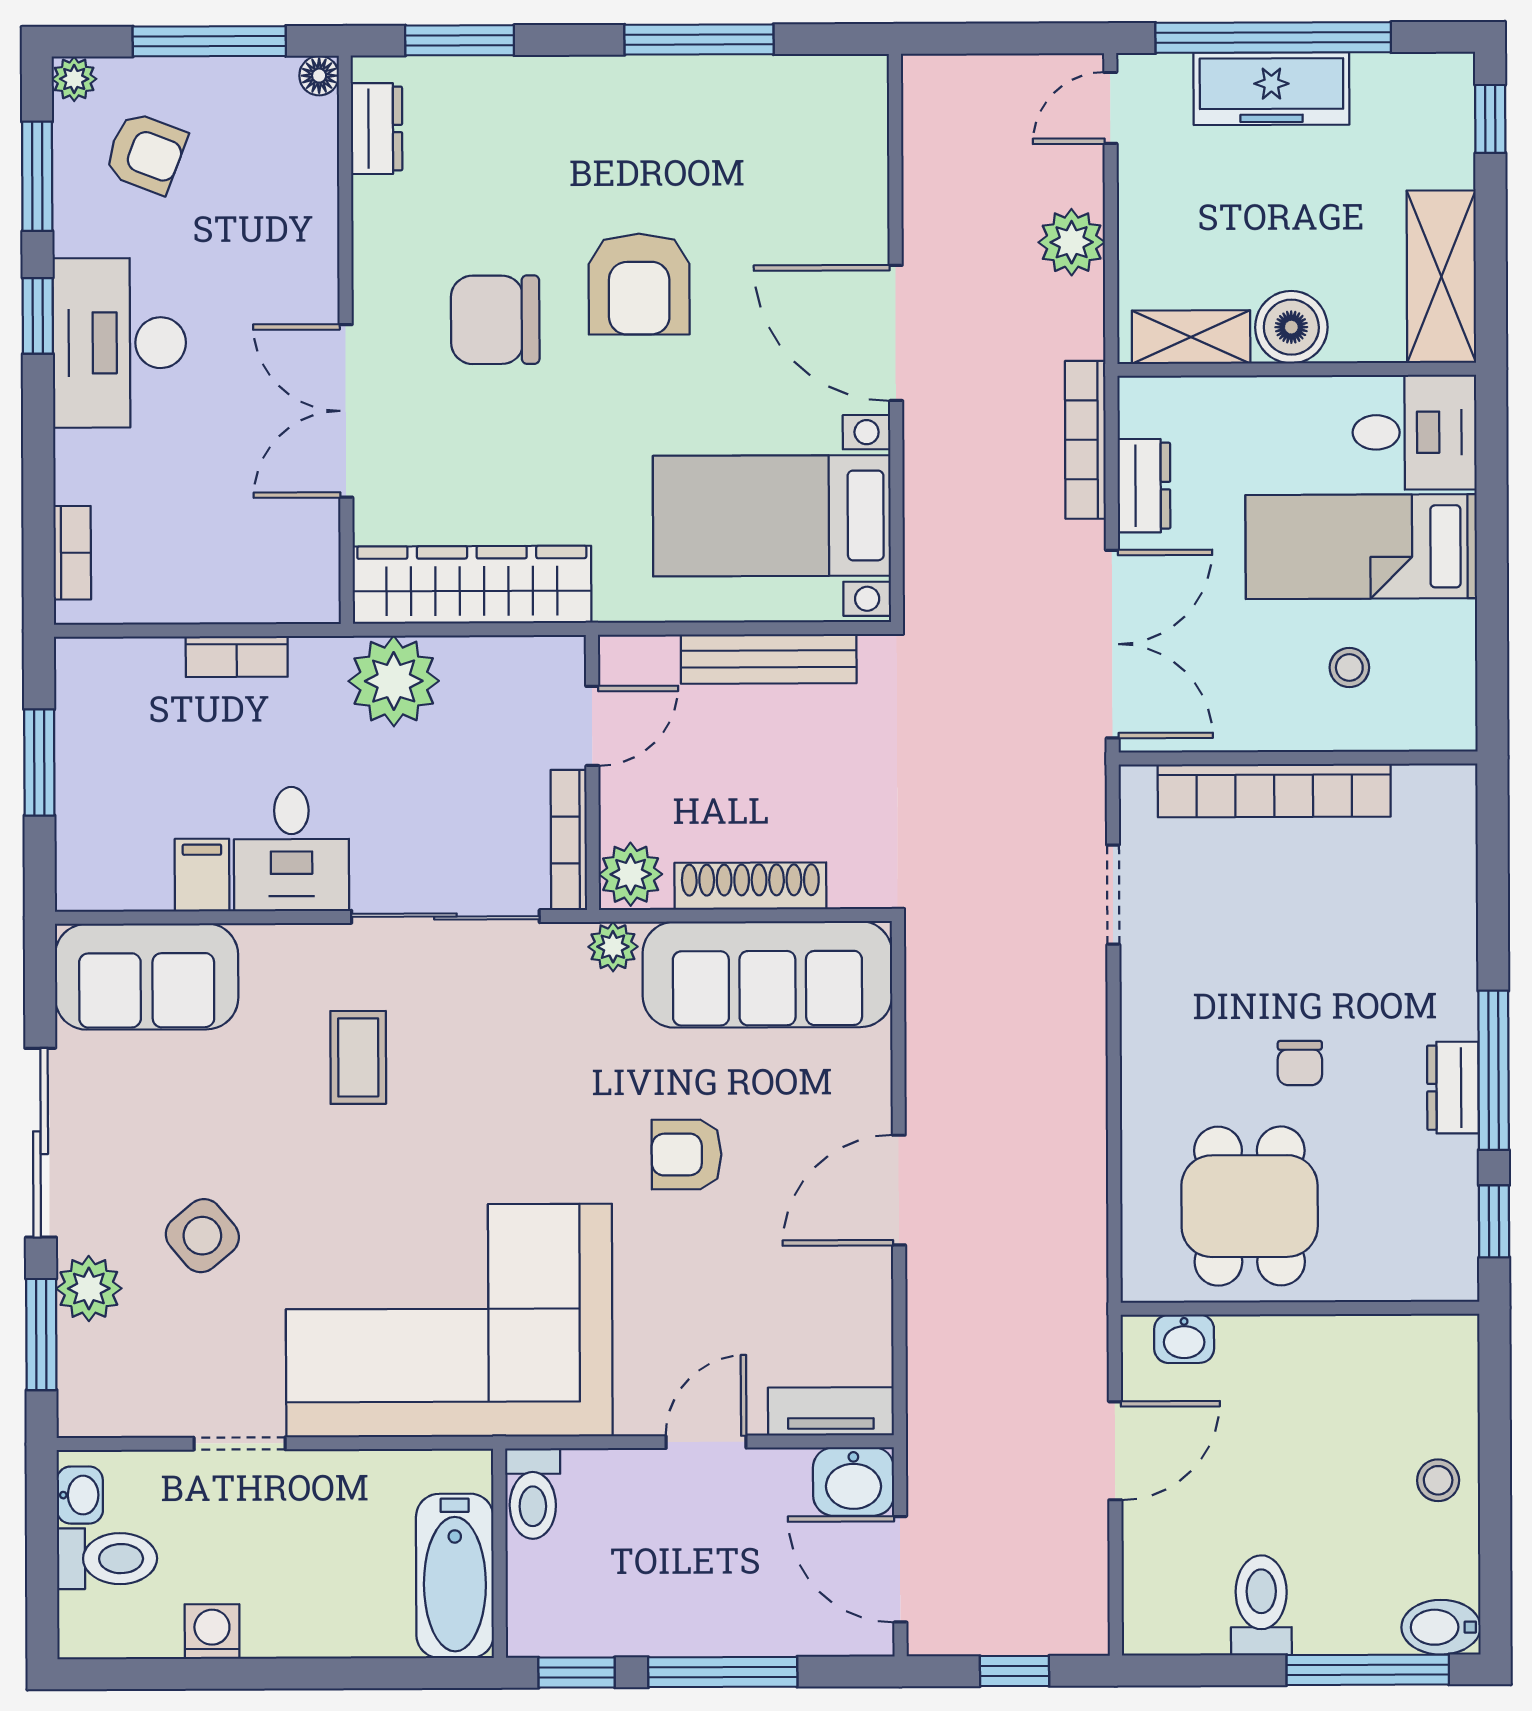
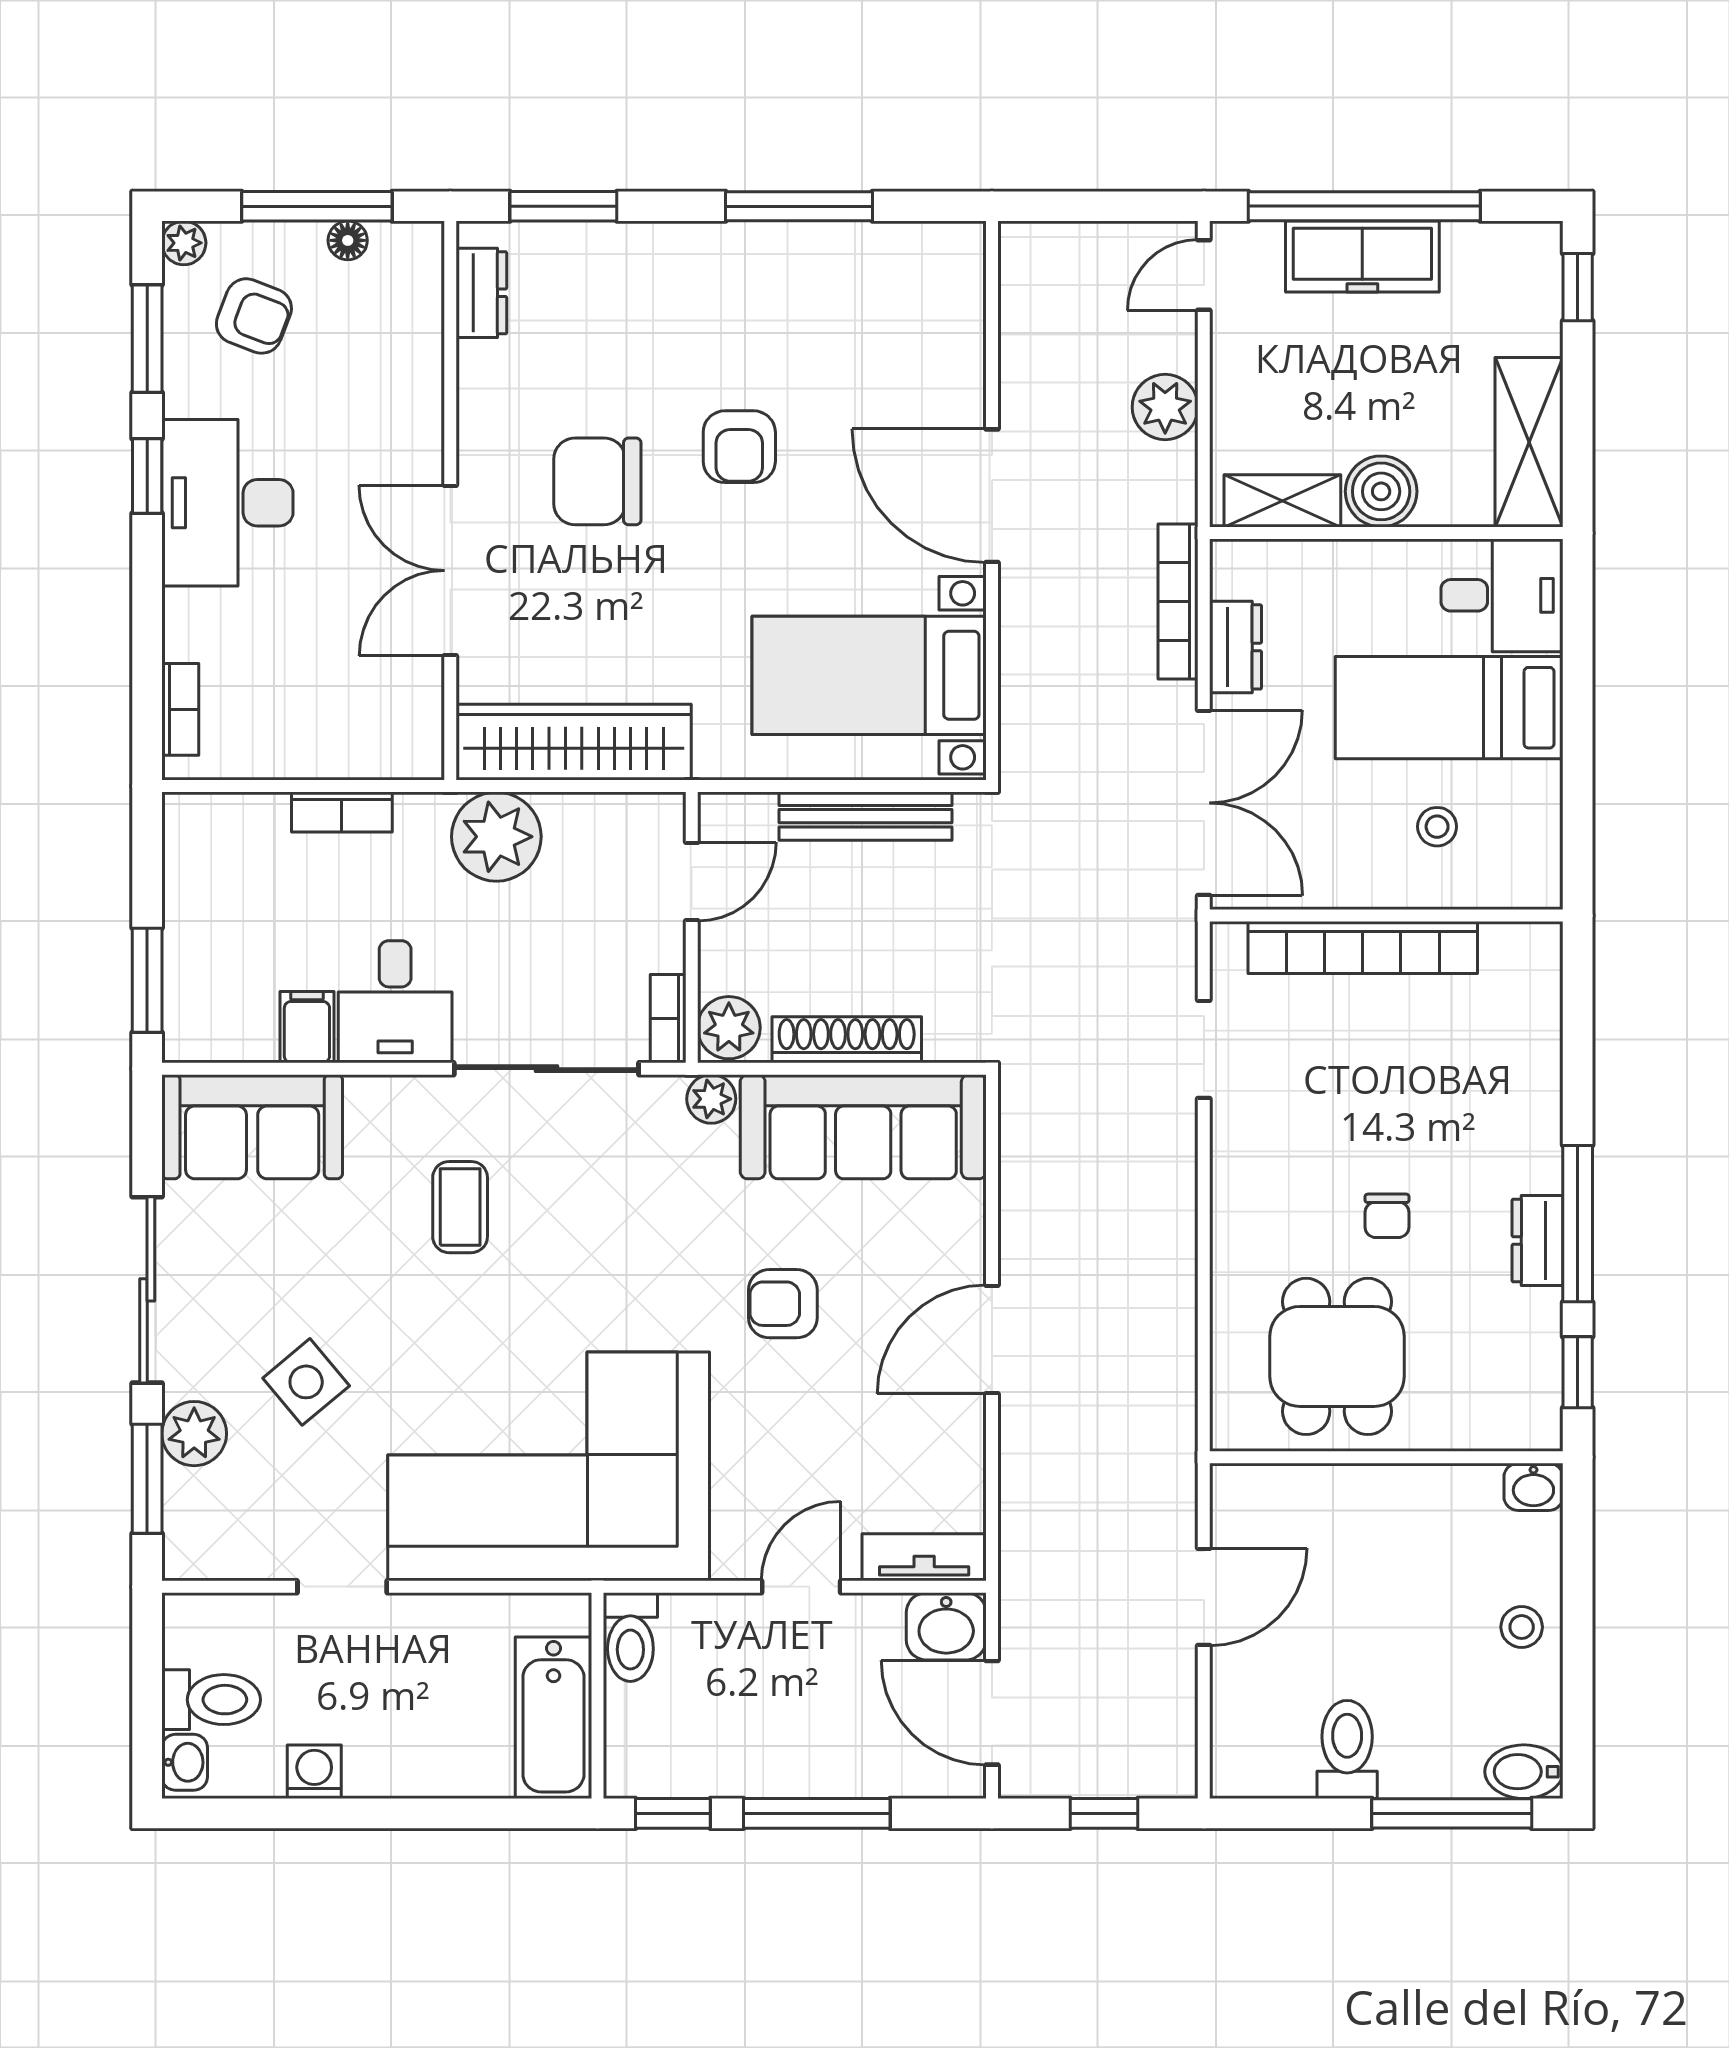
floor lamp: (319, 76) -> (348, 240), moved
armchair: (639, 284) -> (739, 447), width x0.72, depth x0.72
window: (39, 762) -> (147, 980), moved
bookcase: (569, 840) -> (668, 1019), width x0.64
washbasin: (1184, 1339) -> (1533, 1487), moved
washbasin: (80, 1495) -> (185, 1762), moved

